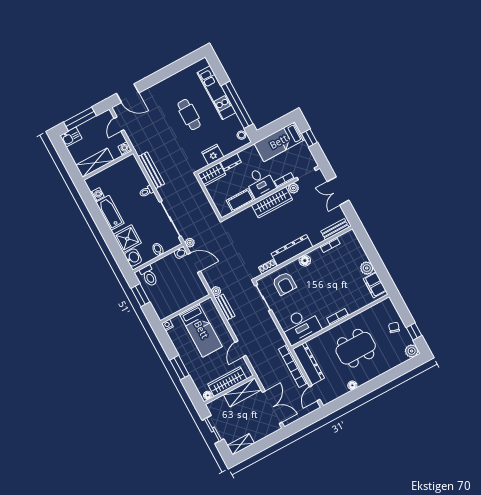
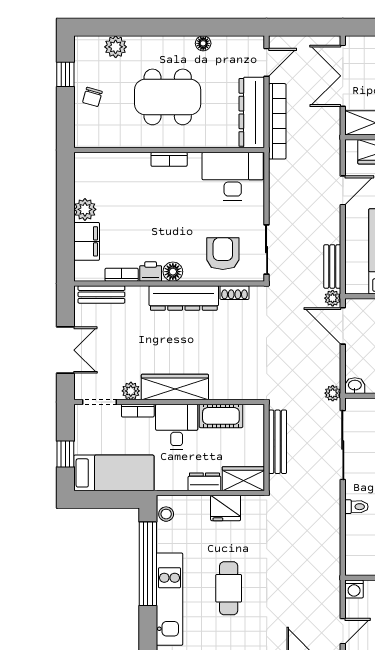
bench: (151, 170) -> (278, 442), moved
printer: (316, 255) -> (151, 271), added
door: (194, 263) -> (343, 326), moved
filing cabinet: (375, 285) -> (87, 241), moved
plant: (412, 351) -> (116, 47), moved

